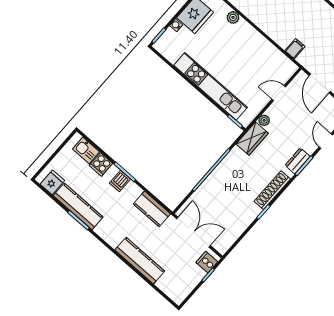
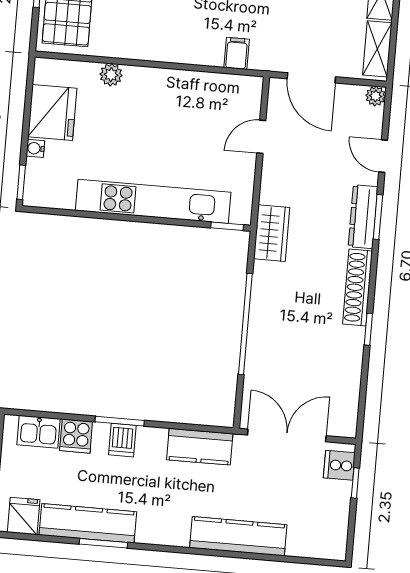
plant: (264, 120) -> (269, 193), removed
dresser: (298, 161) -> (363, 217), width x1.44

